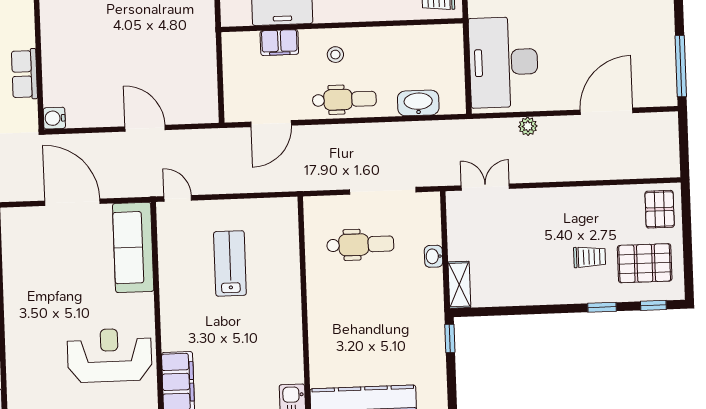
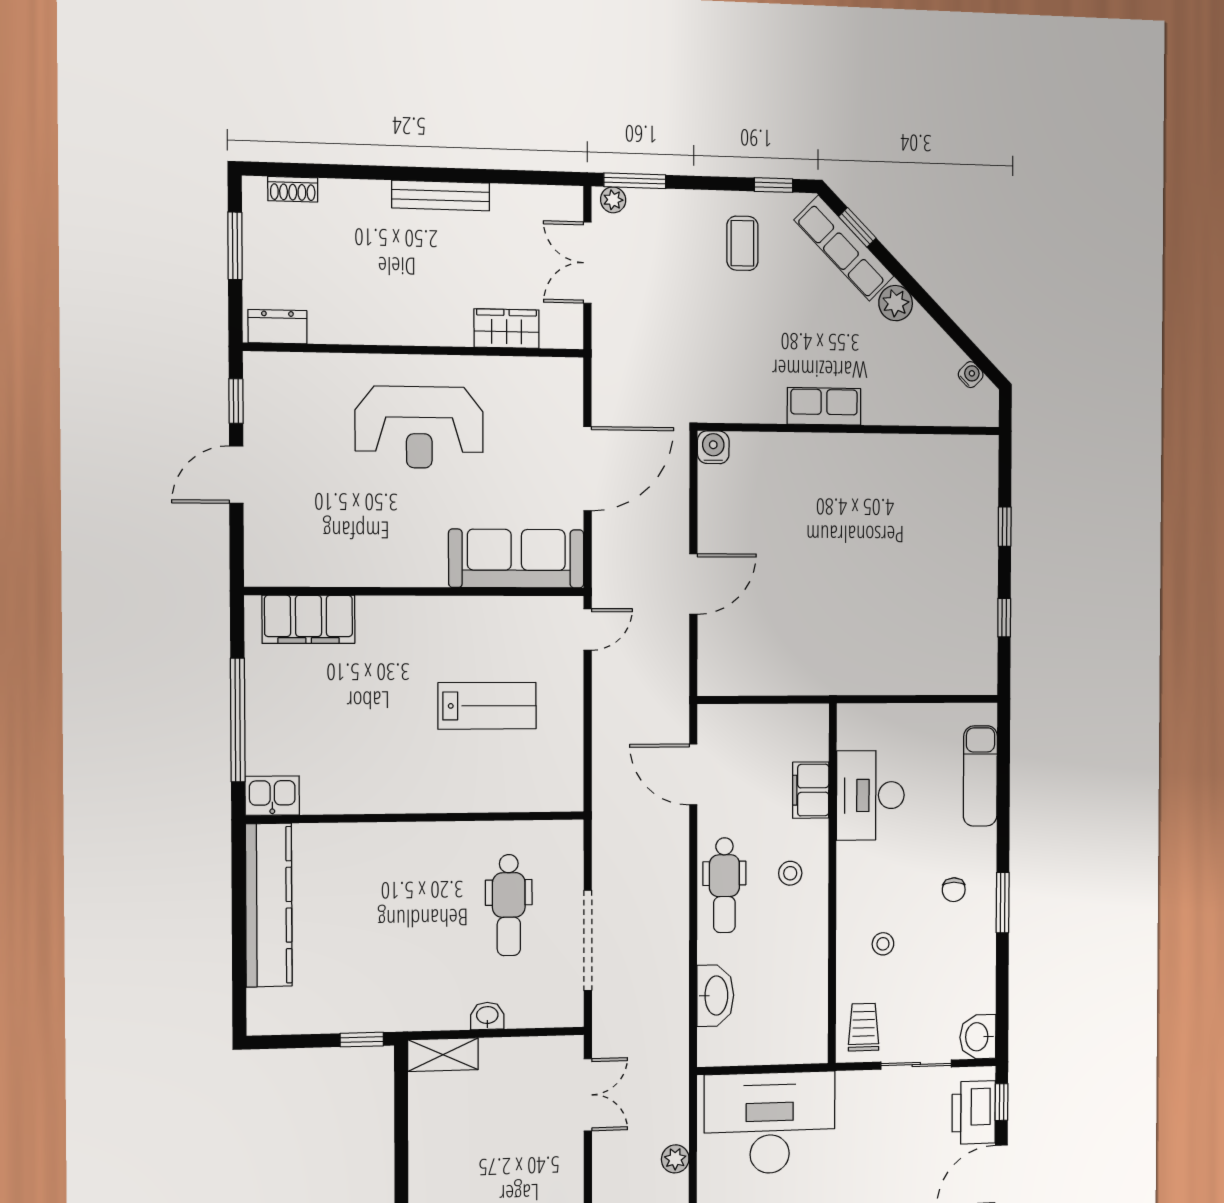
row of seats: (24, 74) -> (824, 406), moved
reception desk: (110, 355) -> (419, 427), moved, turned 90

